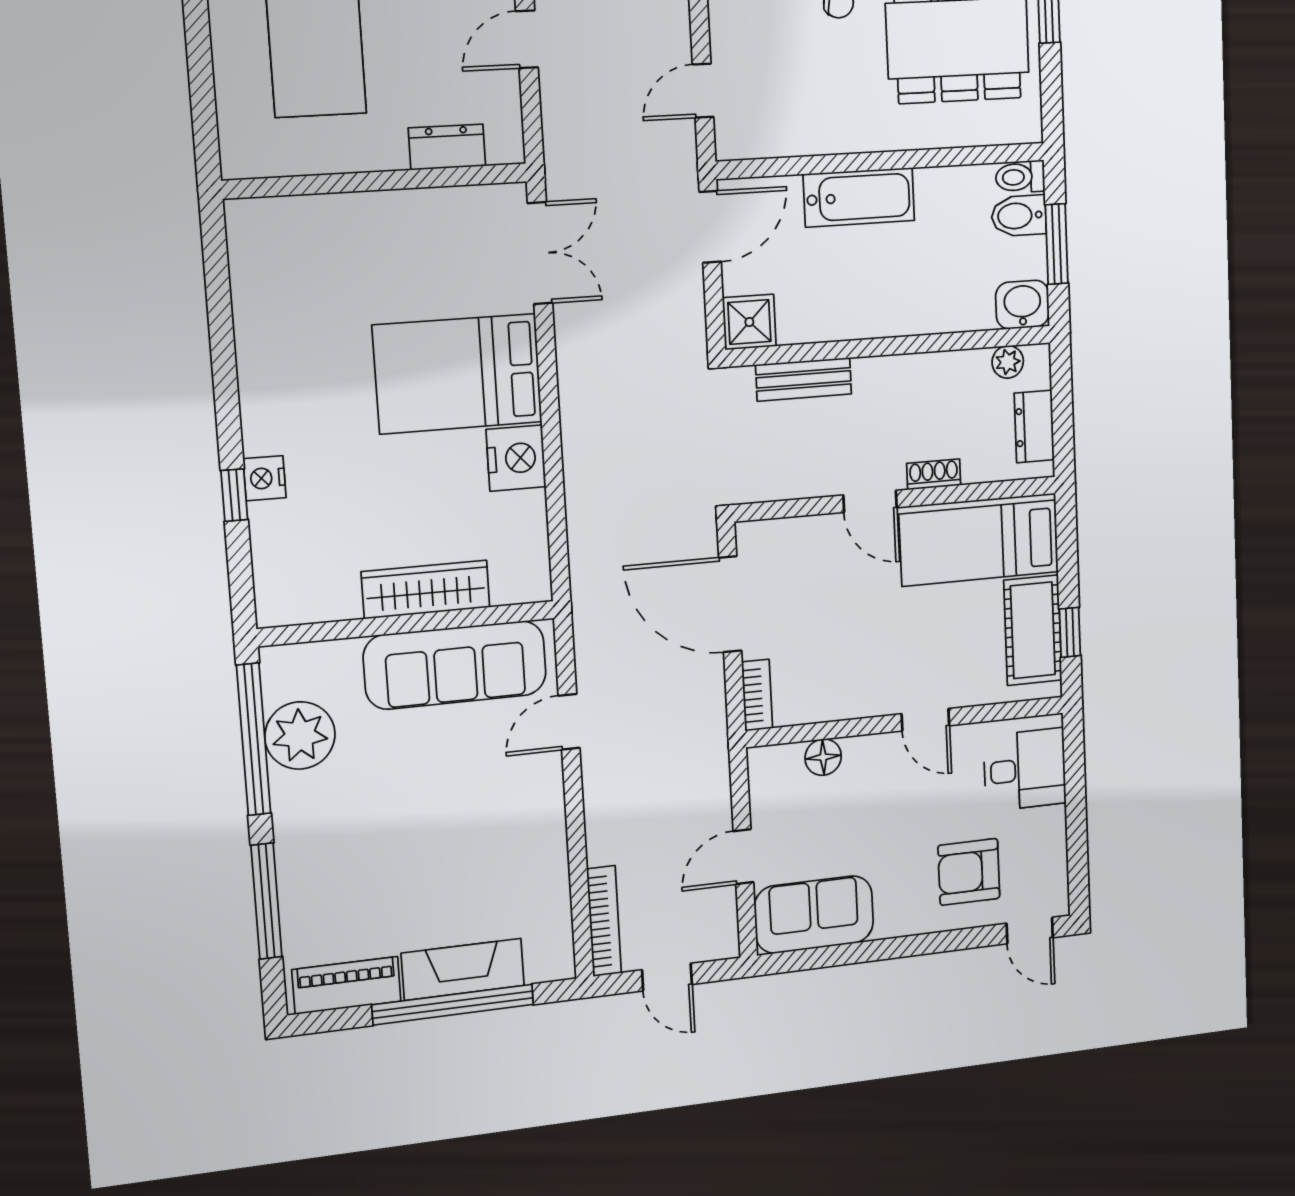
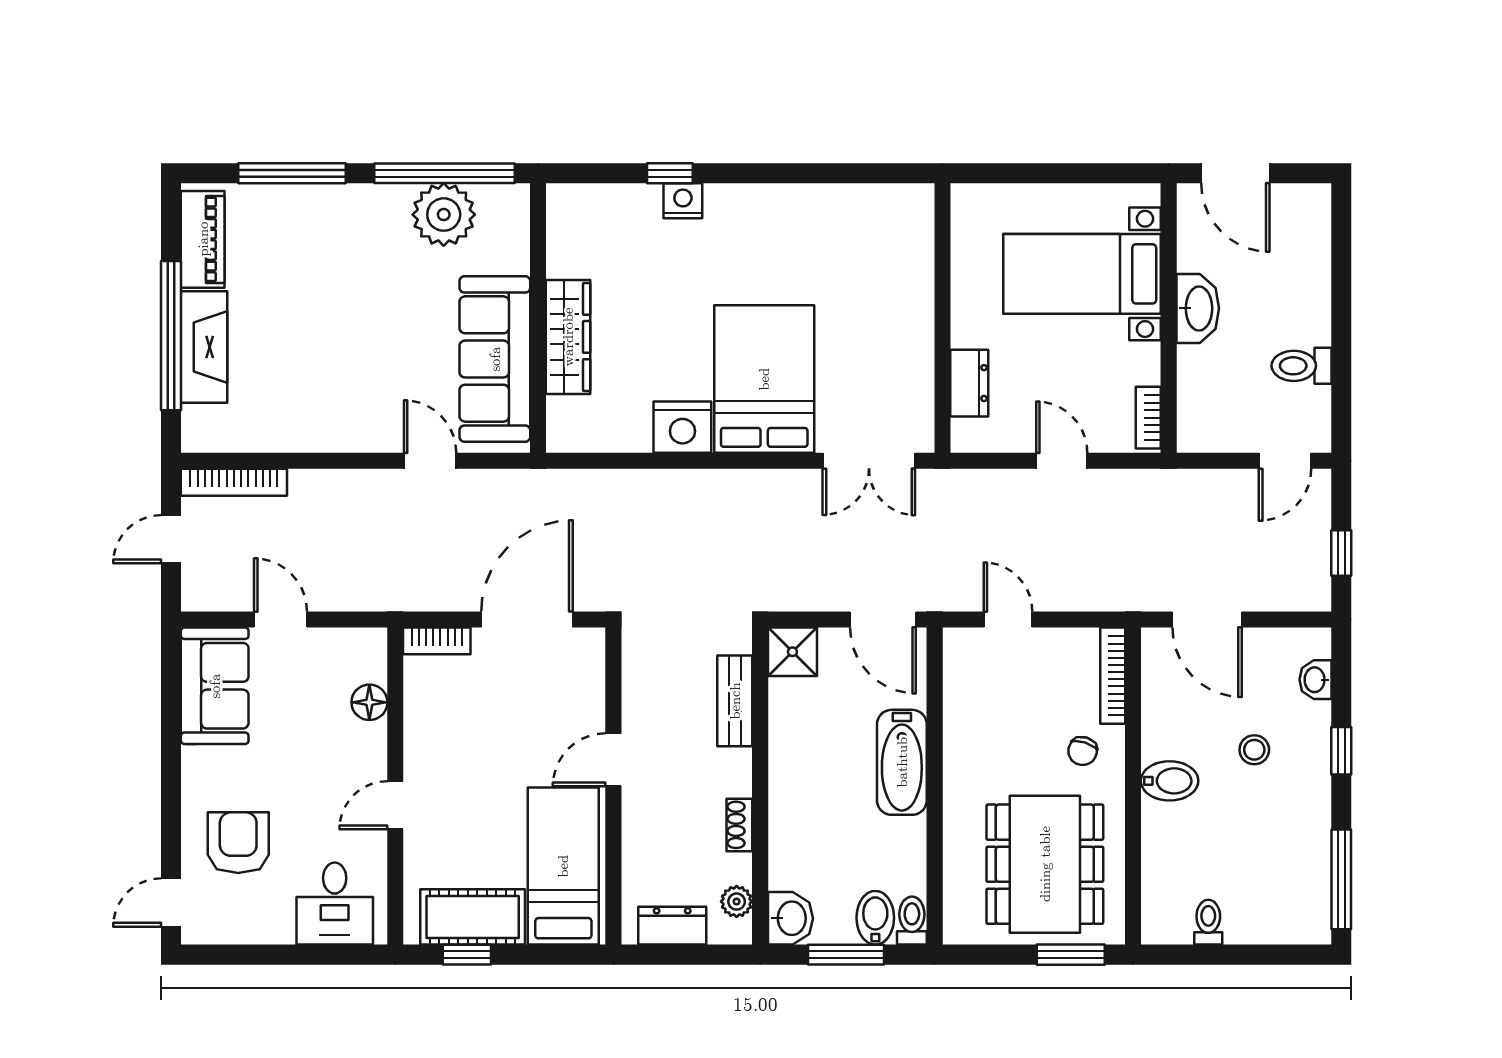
shoe rack: (934, 474) -> (739, 825), moved, turned 180

